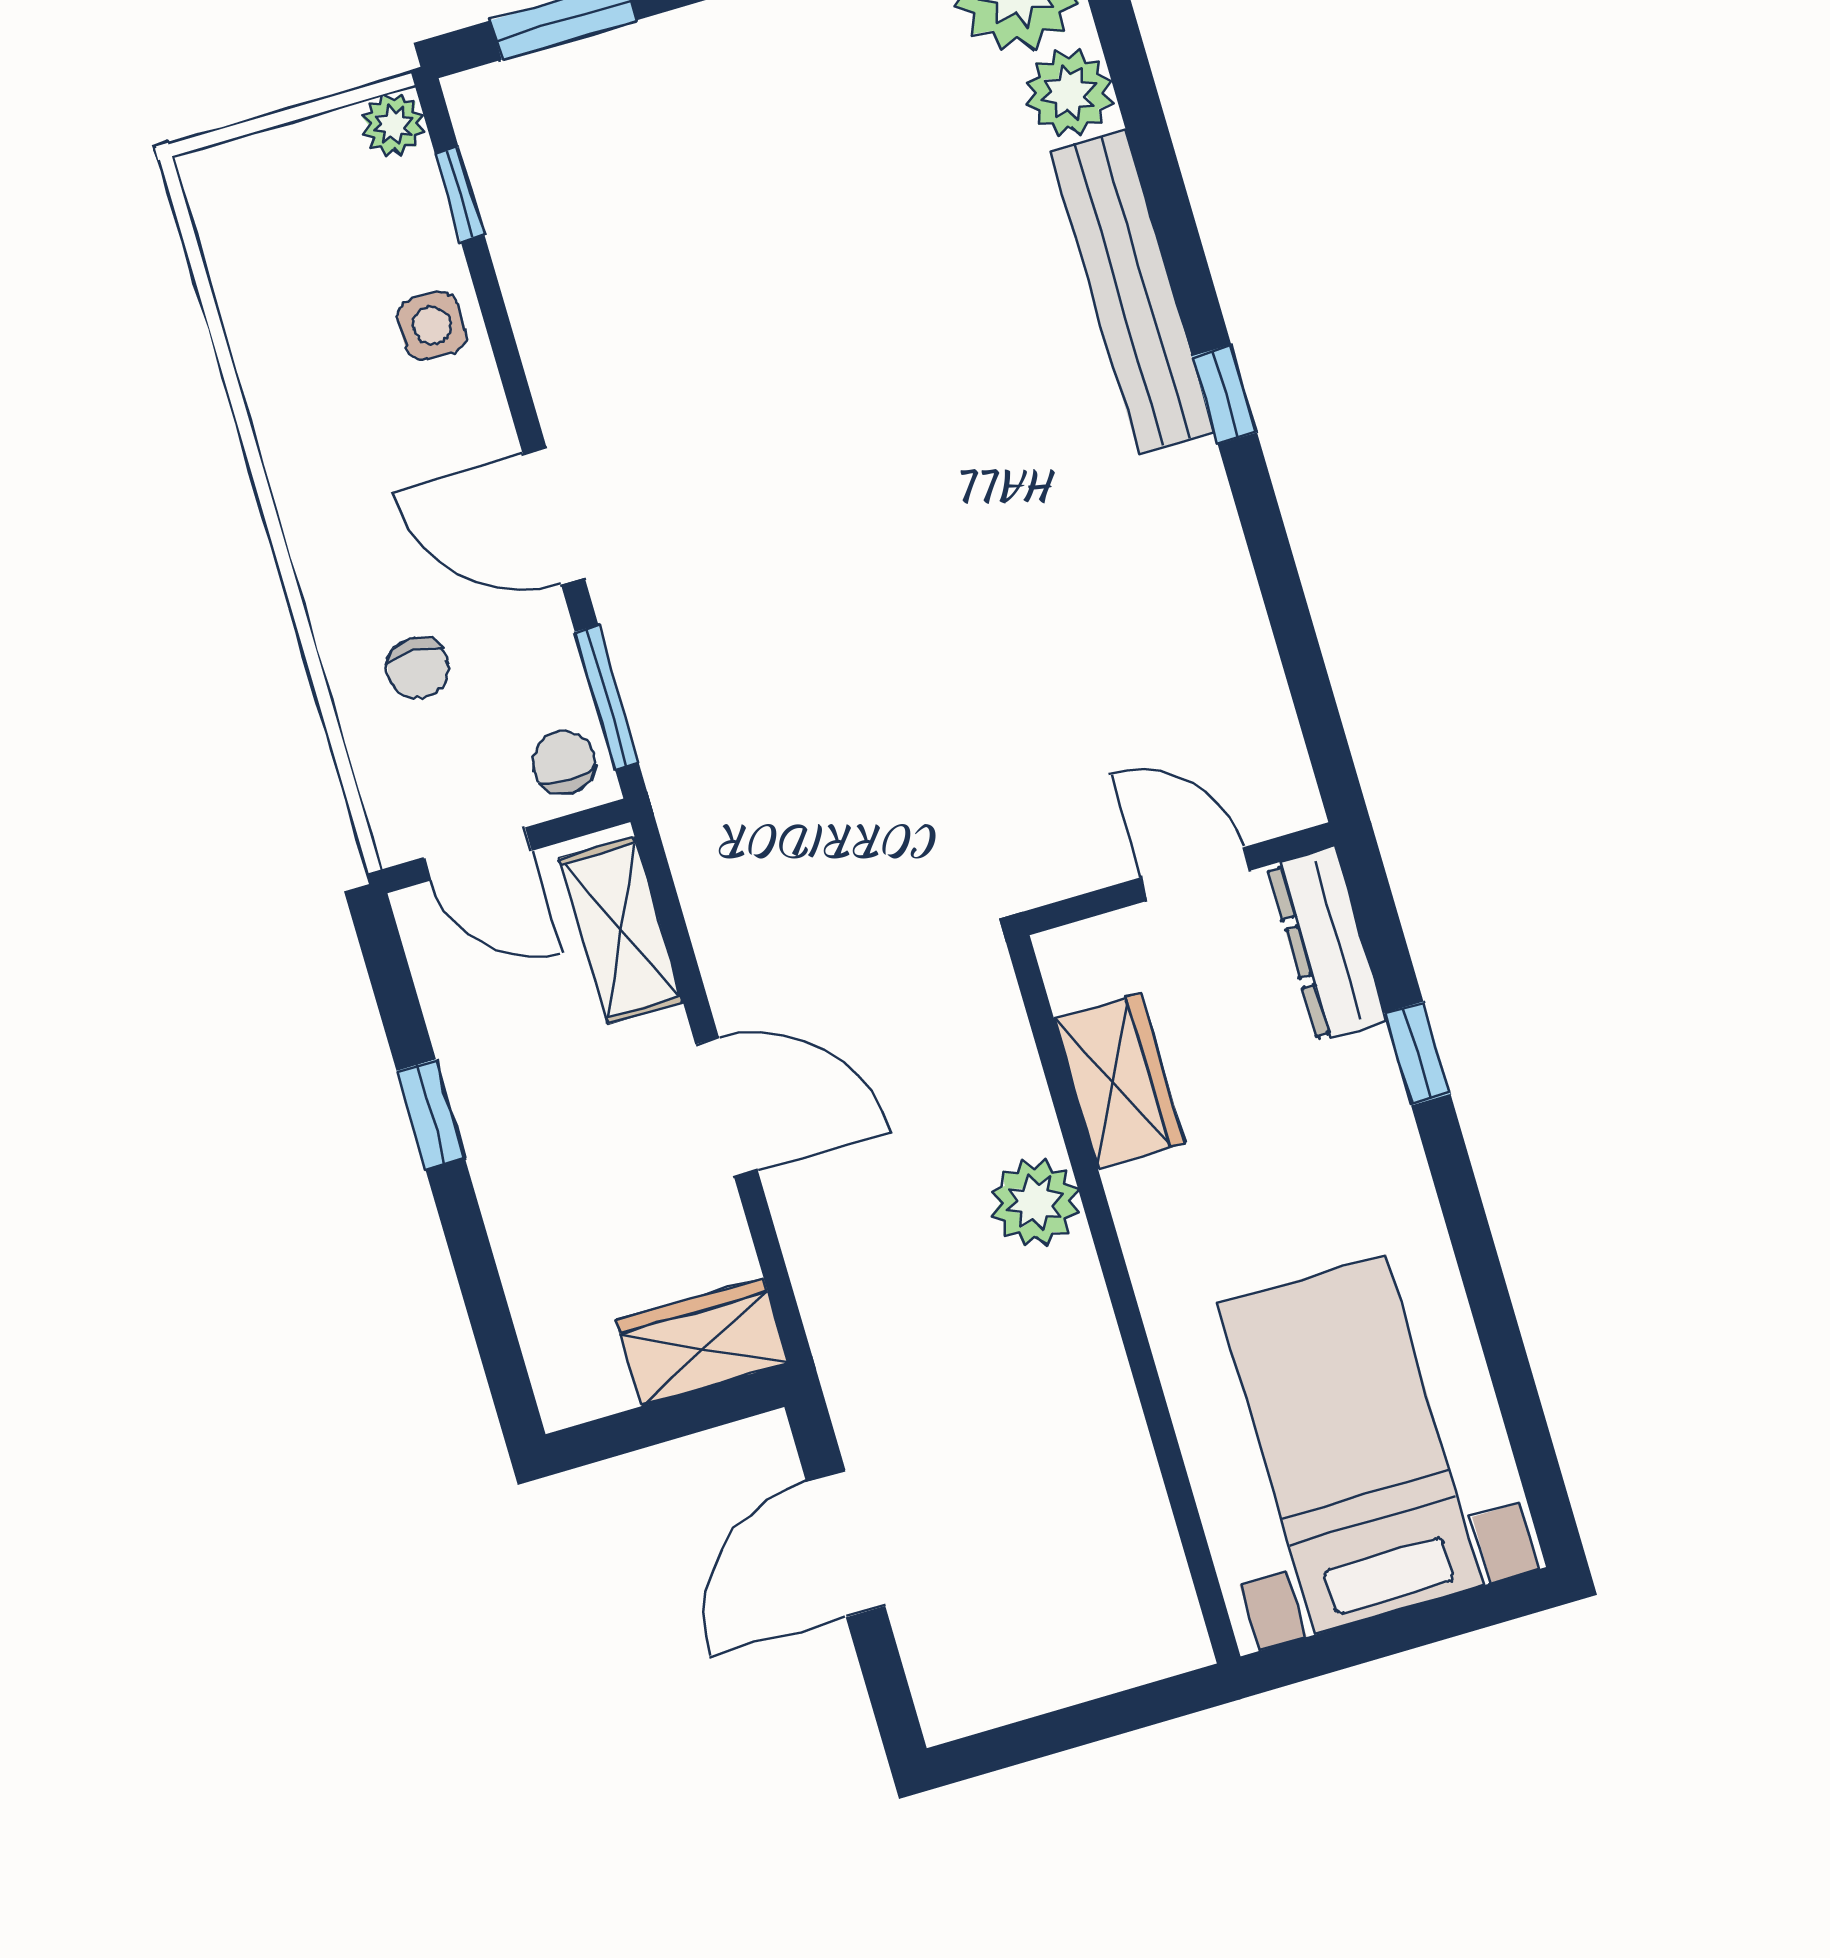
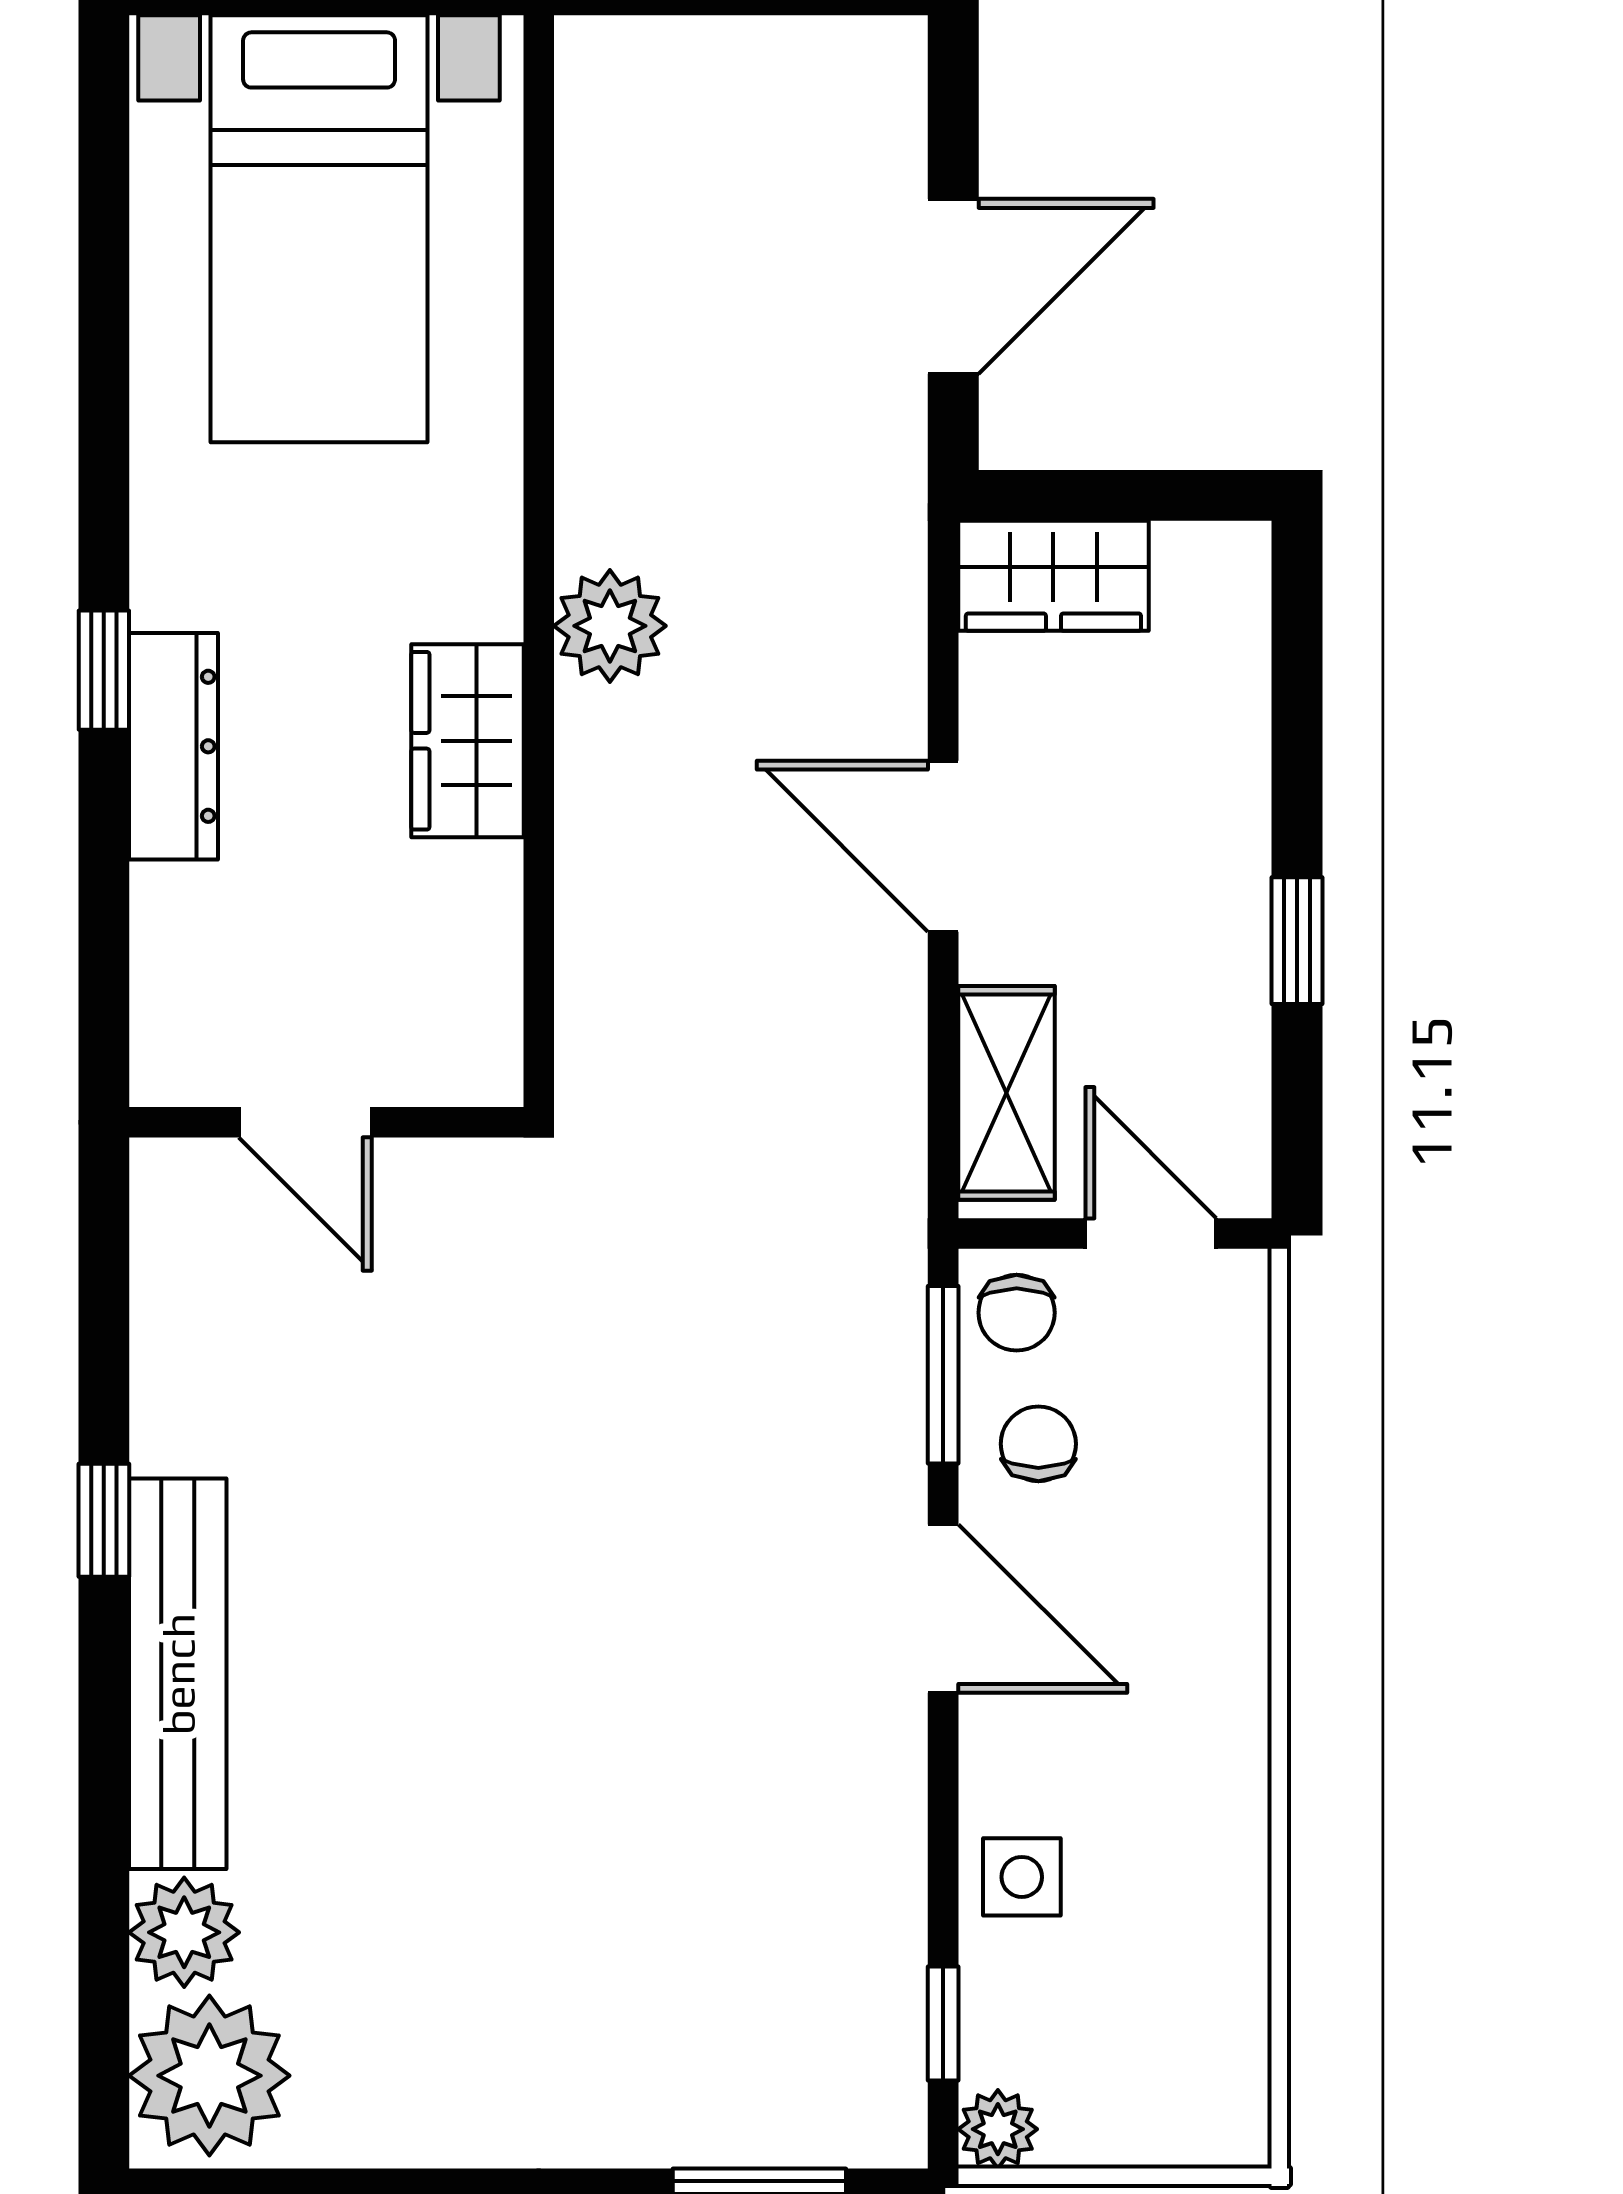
chair: (418, 668) -> (1038, 1444), moved
door: (1195, 874) -> (305, 1122), moved
wall: (1179, 879) -> (326, 1122), moved
dresser: (1327, 944) -> (174, 746), moved

